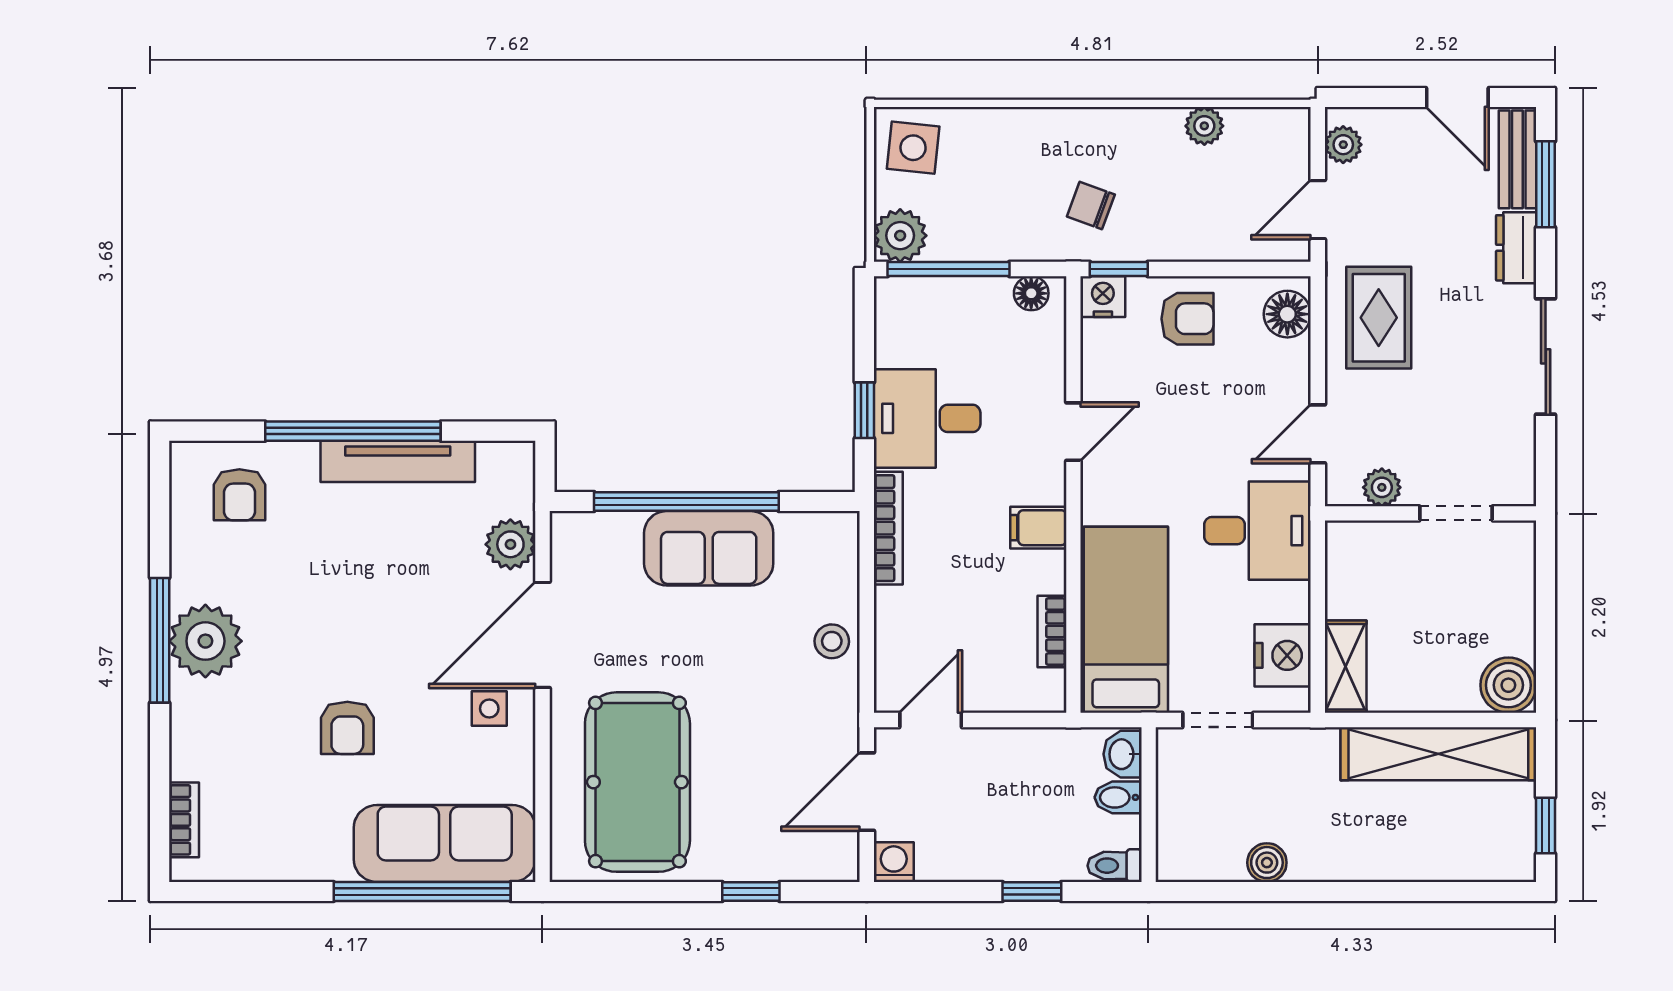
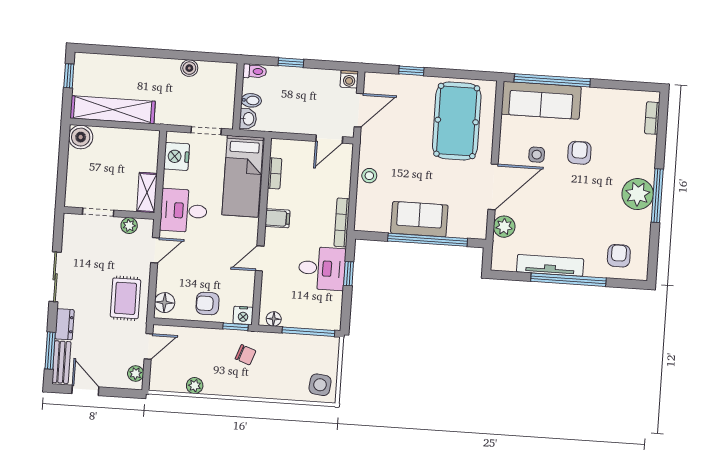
plant: (900, 236) -> (328, 347), removed
shelving: (1346, 667) -> (147, 193), moved
side table: (489, 709) -> (537, 155), moved

